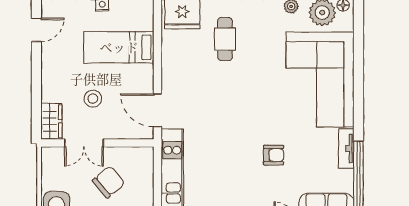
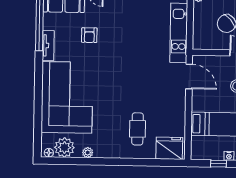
armchair: (274, 155) -> (89, 35), moved, turned -90

